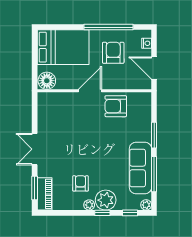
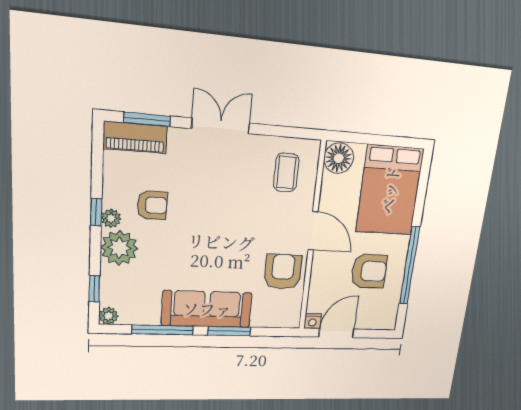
nightstand: (147, 43) -> (313, 321), moved
coffee table: (57, 110) -> (286, 173), added
sofa: (140, 168) -> (207, 309), moved
window: (102, 213) -> (96, 212), moved

